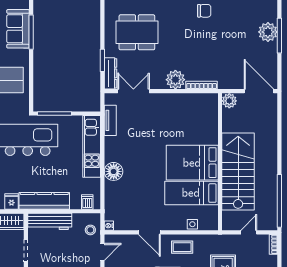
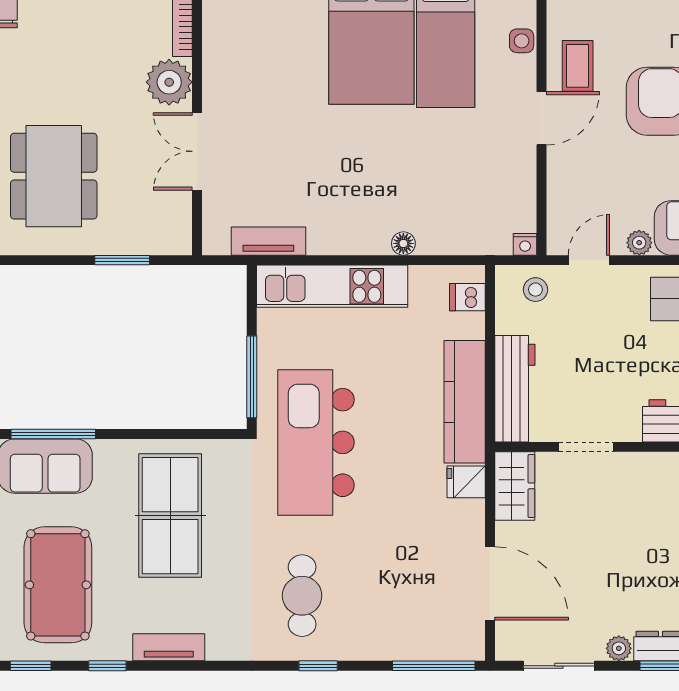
dresser: (111, 73) -> (154, 240), removed
double door: (133, 91) -> (197, 151), moved
floor lamp: (114, 171) -> (403, 243), width x0.53, depth x0.53
door: (149, 232) -> (541, 118), moved
door: (102, 252) -> (589, 260), hinge flipped

